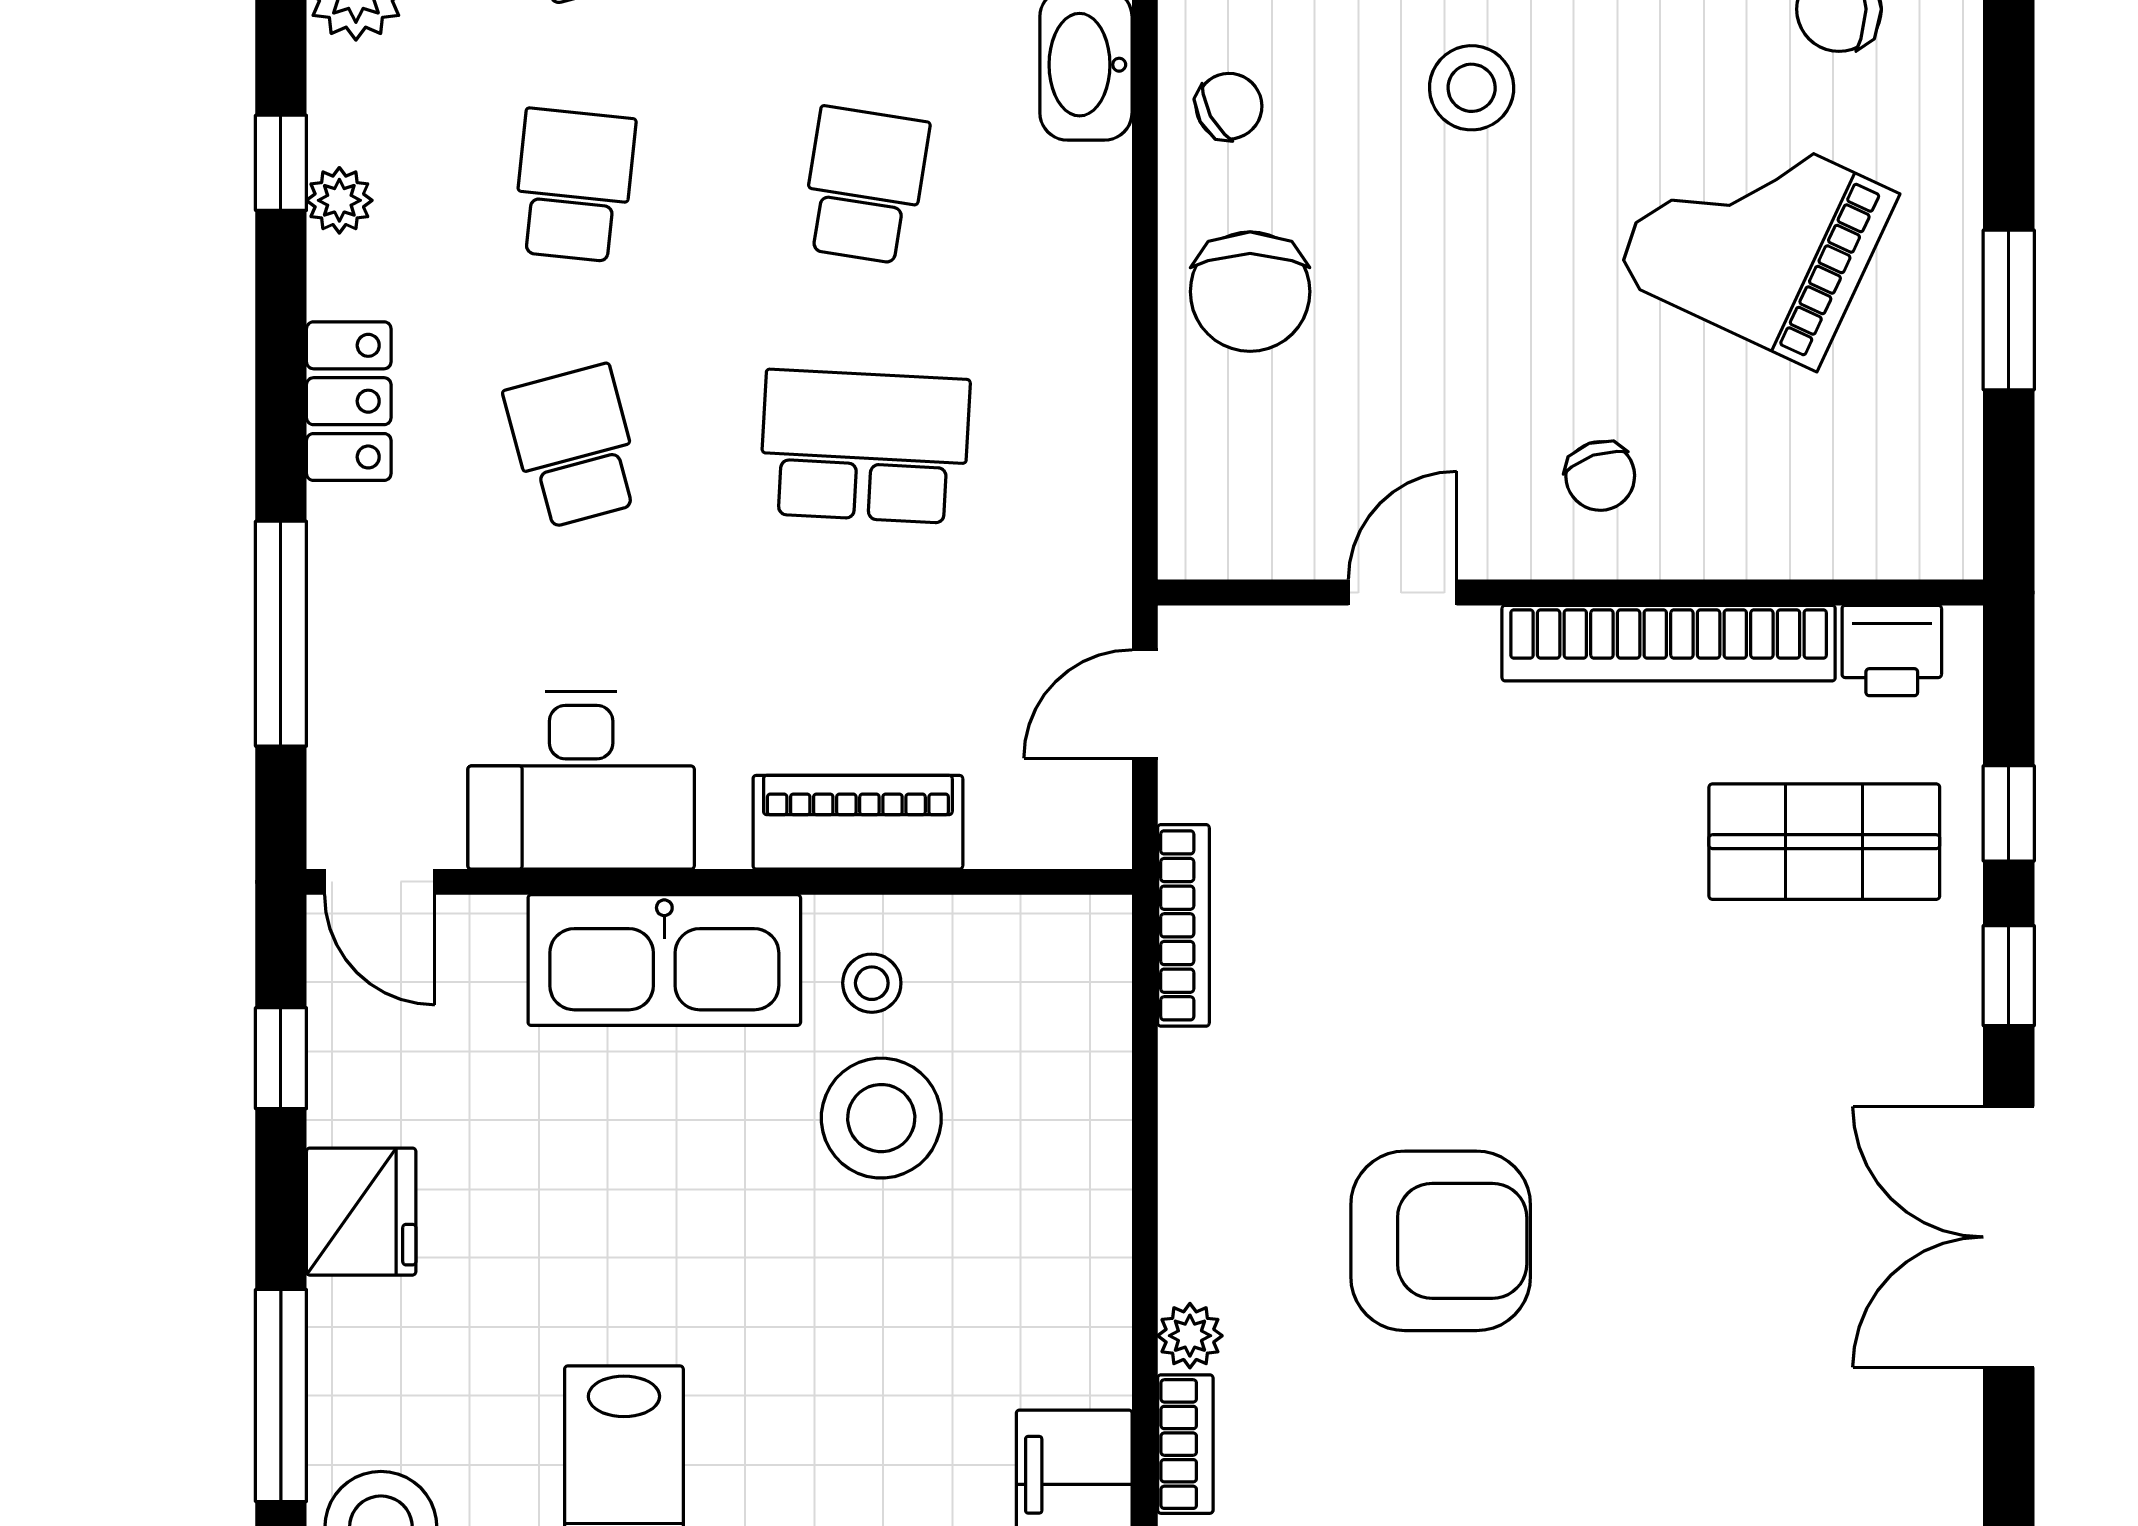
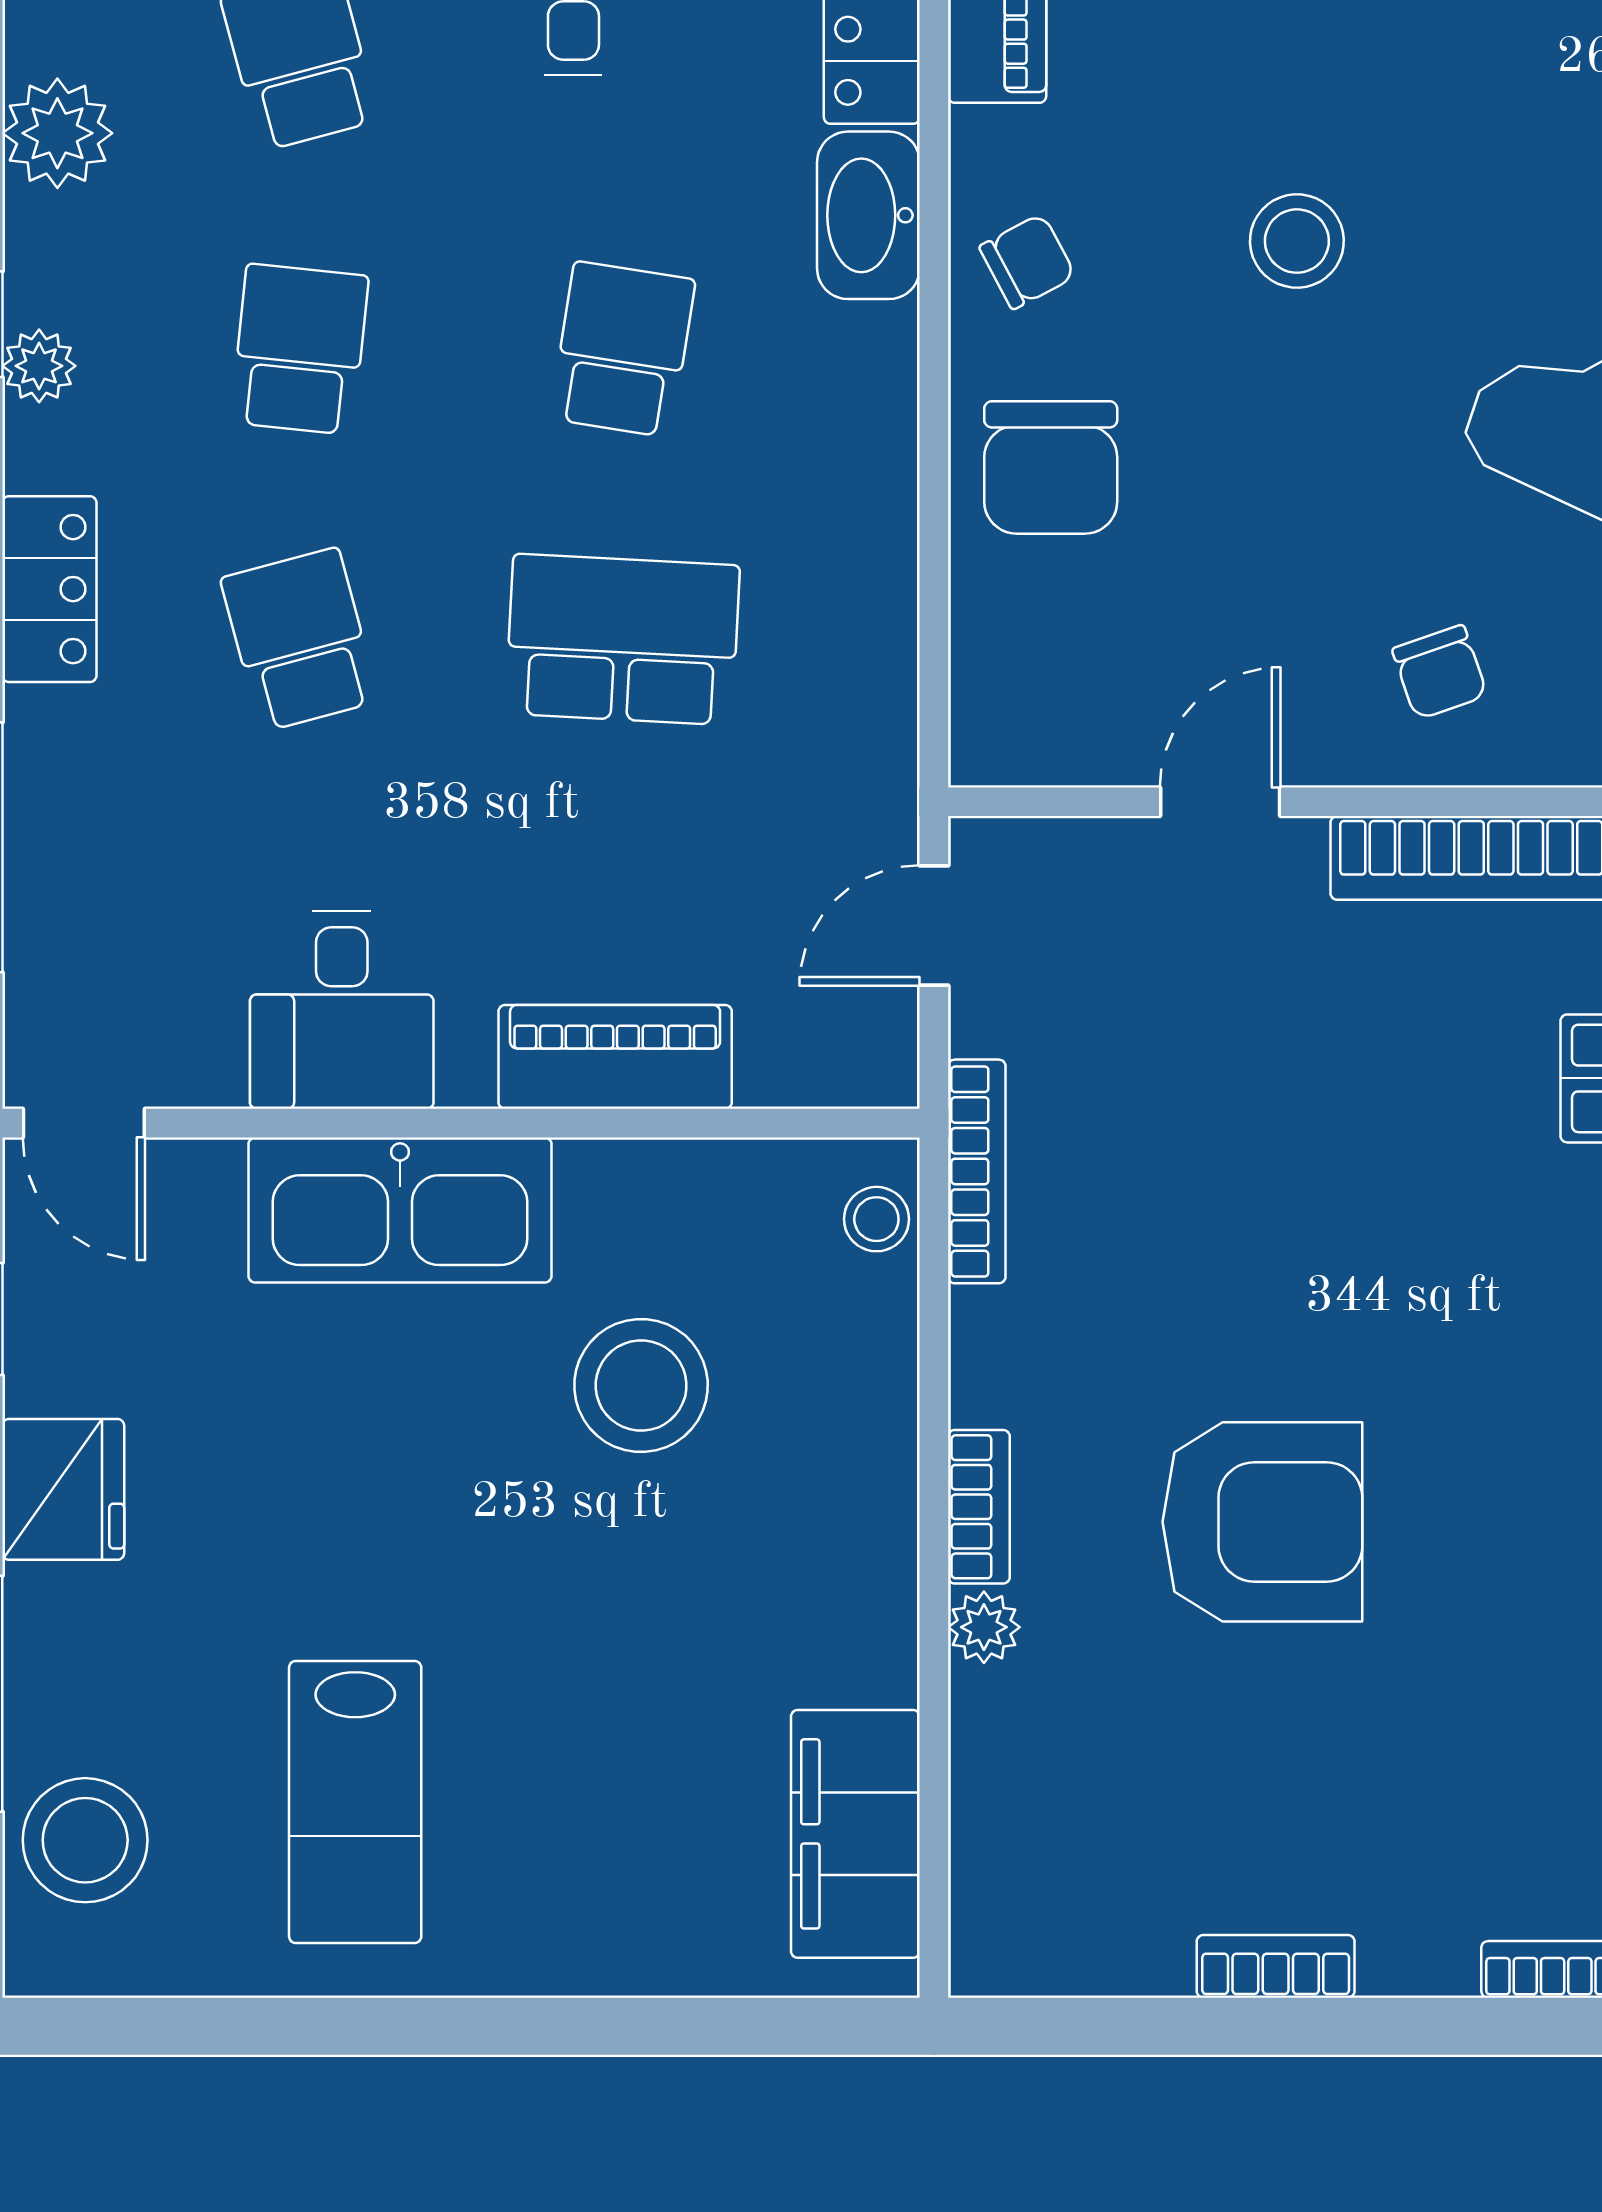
desk: (581, 780) -> (342, 1010), width x0.73
stool: (872, 983) -> (876, 1219), moved
bookcase: (1185, 1444) -> (979, 1507), moved

